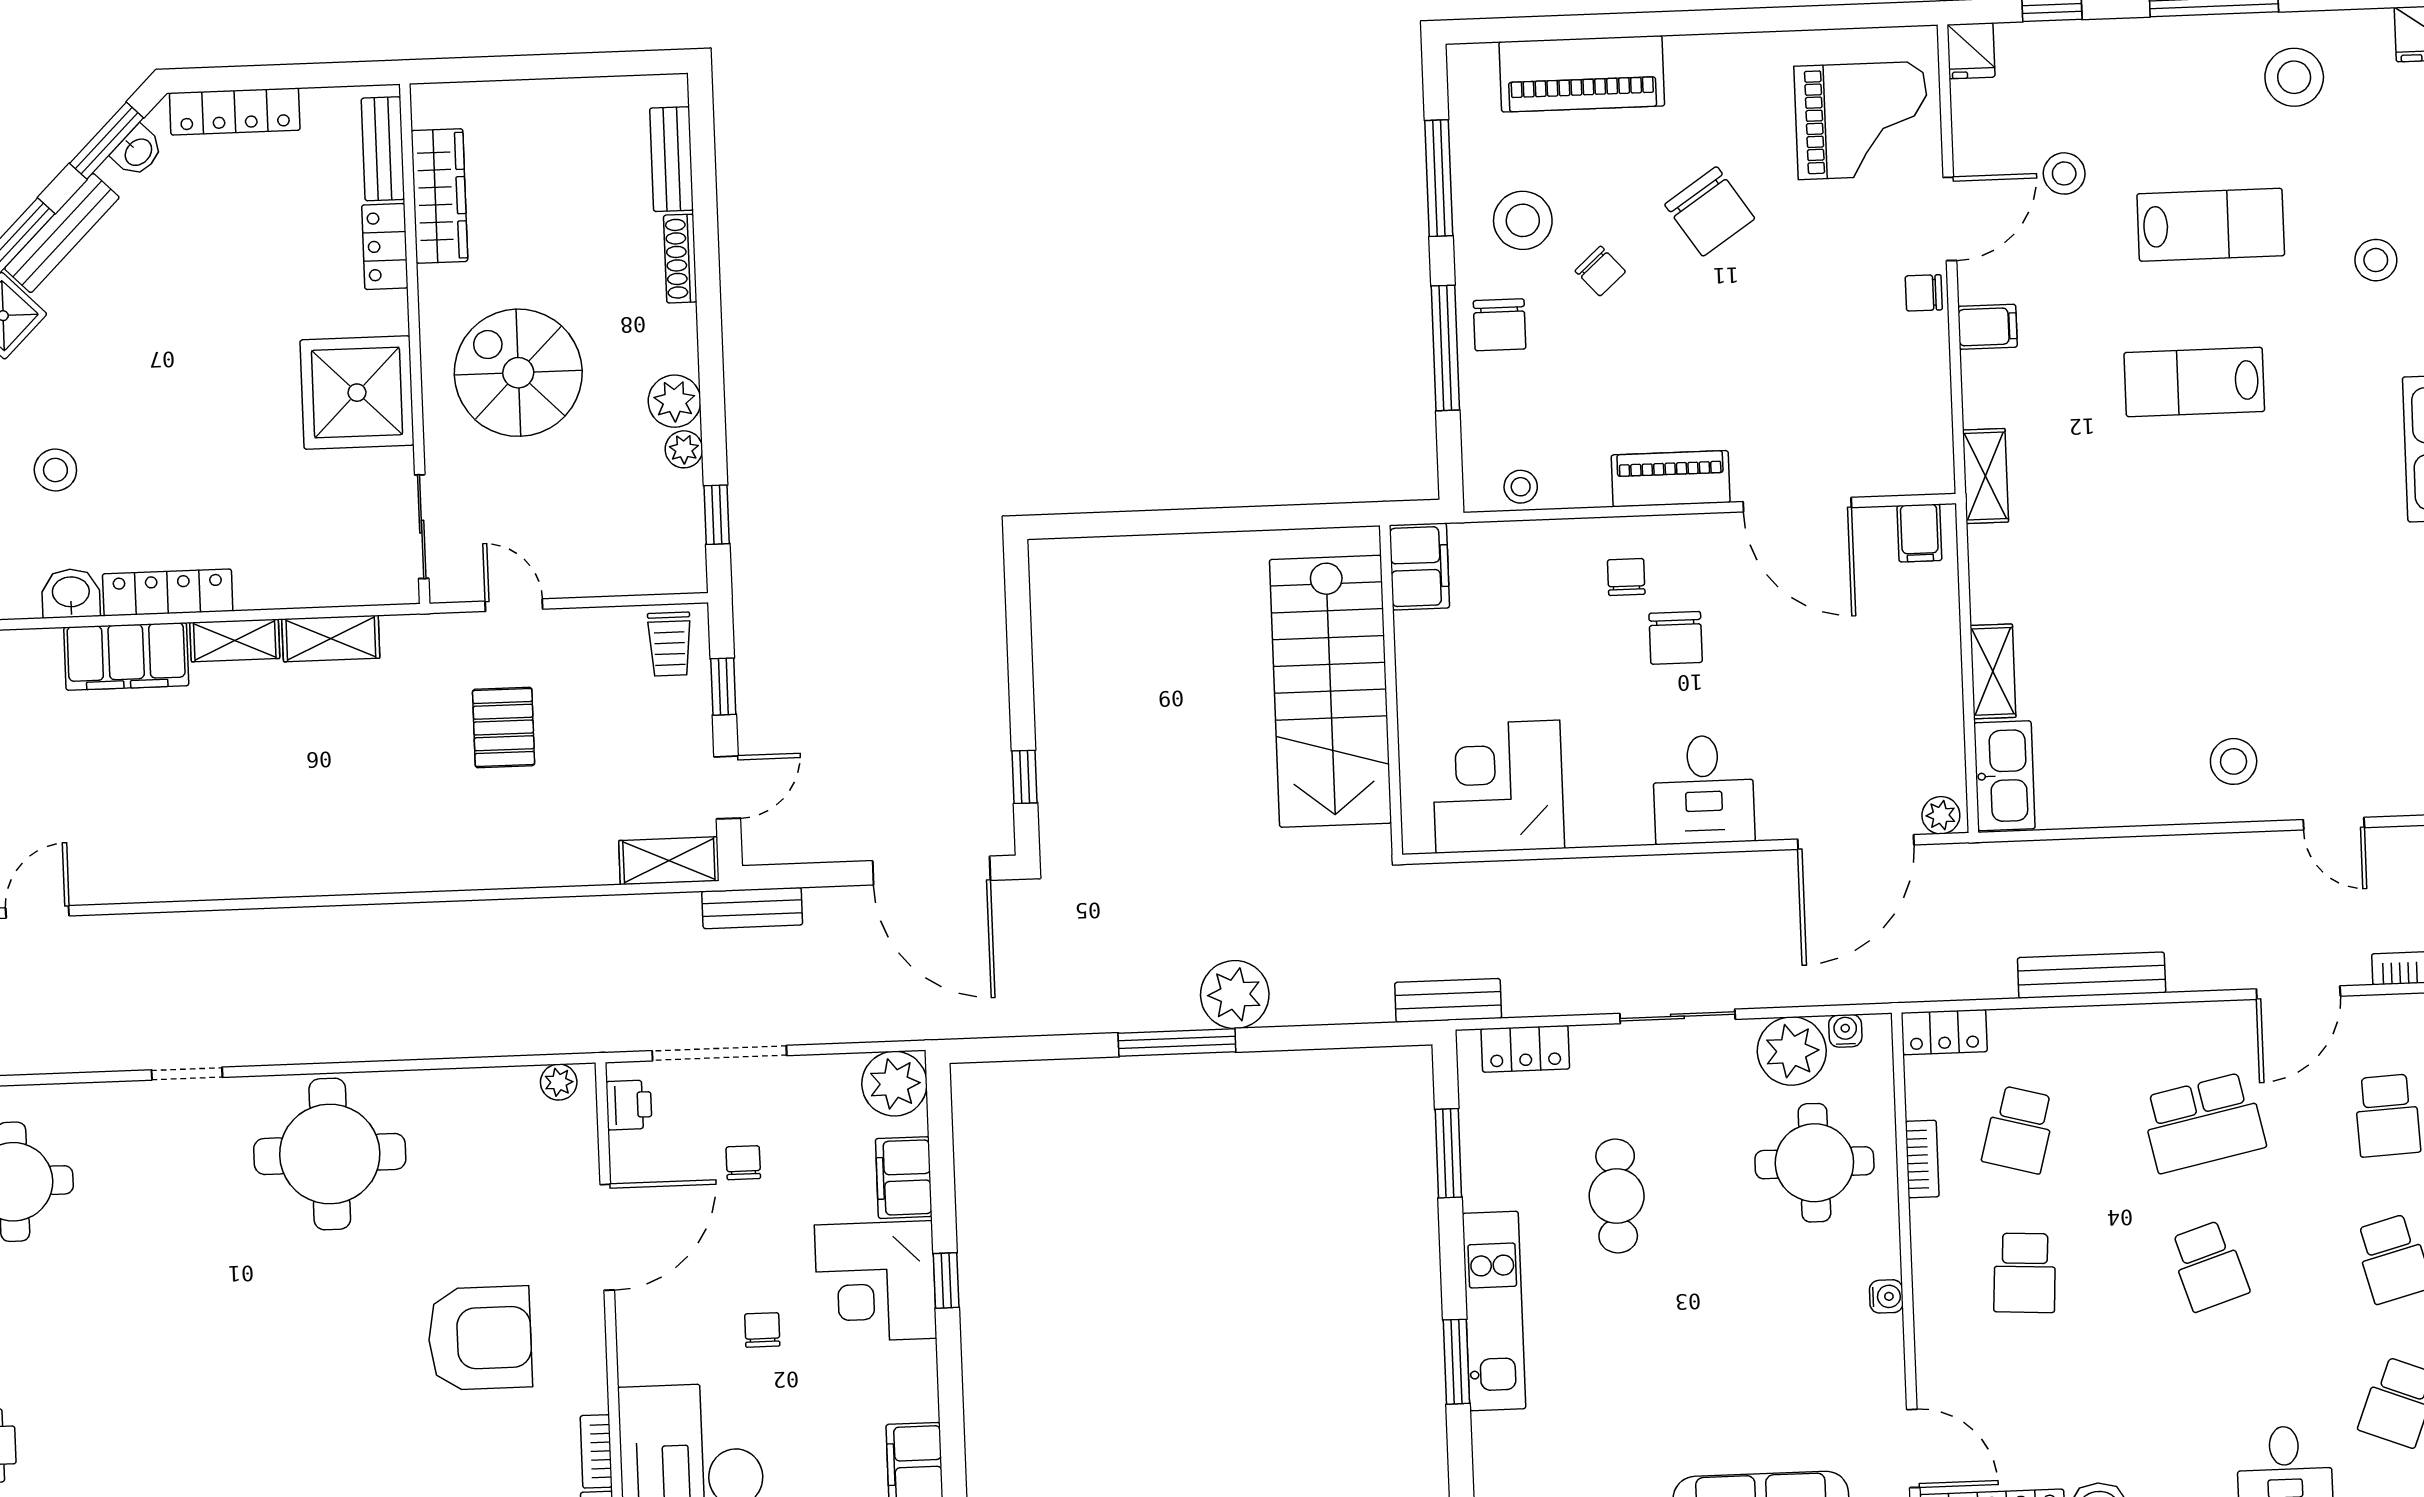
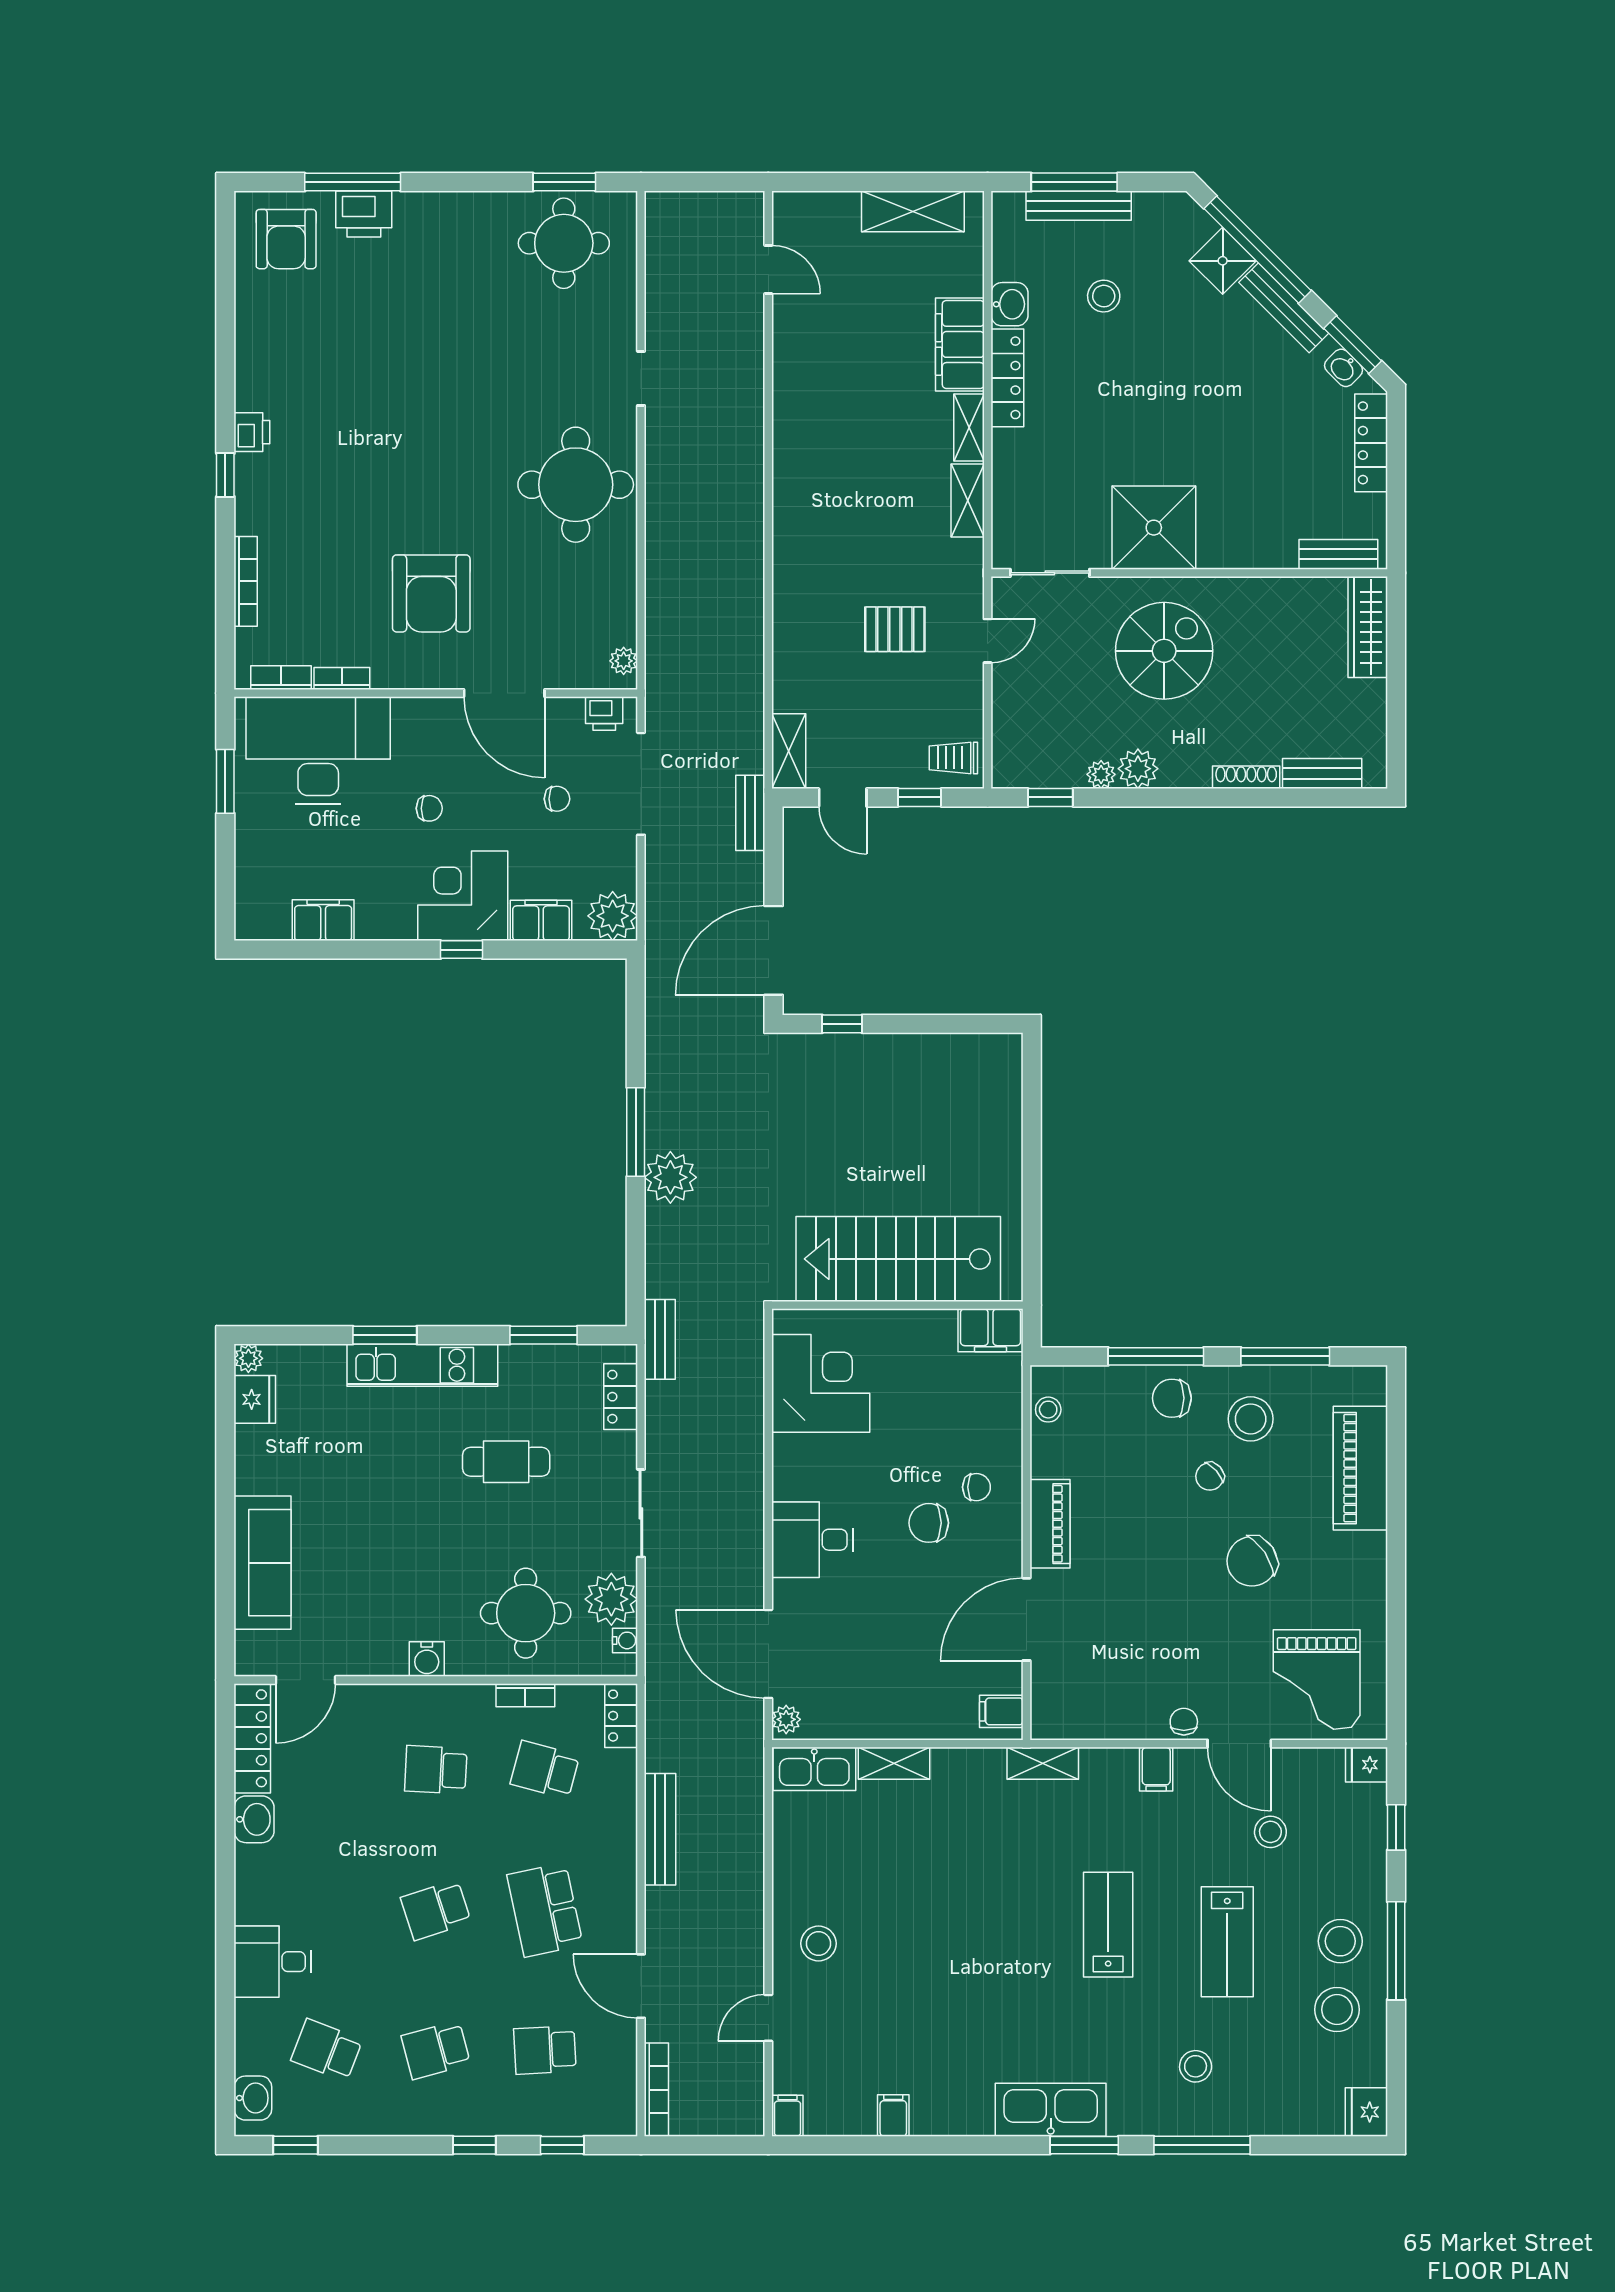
stool: (2204, 76) -> (1340, 1941), added
wardrobe: (439, 196) -> (1368, 627), moved, turned 90
locker: (385, 246) -> (1264, 553), removed
water cooler: (1886, 1296) -> (427, 1659), width x1.38, depth x1.38

